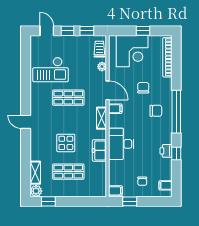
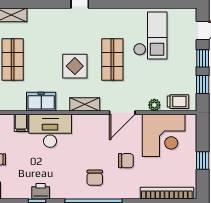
corner desk: (132, 51) -> (164, 135), moved, turned -90
checkout: (51, 70) -> (150, 36), turned 180
filing cabinet: (115, 109) -> (21, 123), moved
display table: (66, 143) -> (75, 66), moved

